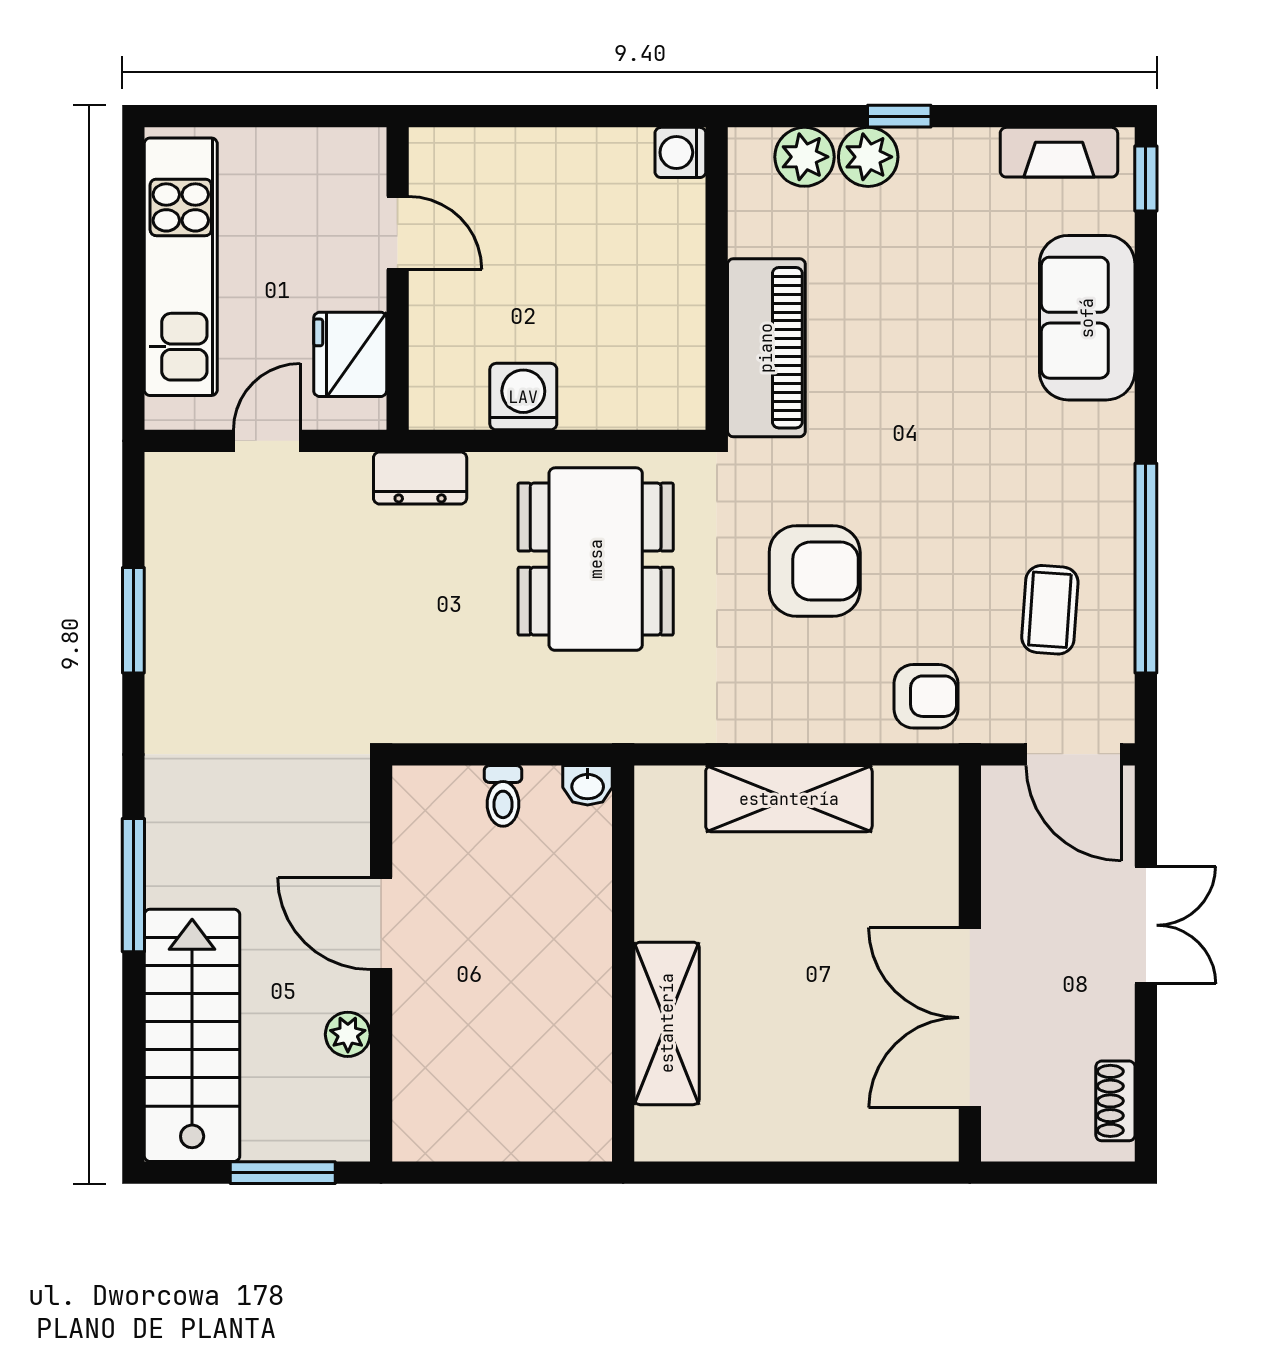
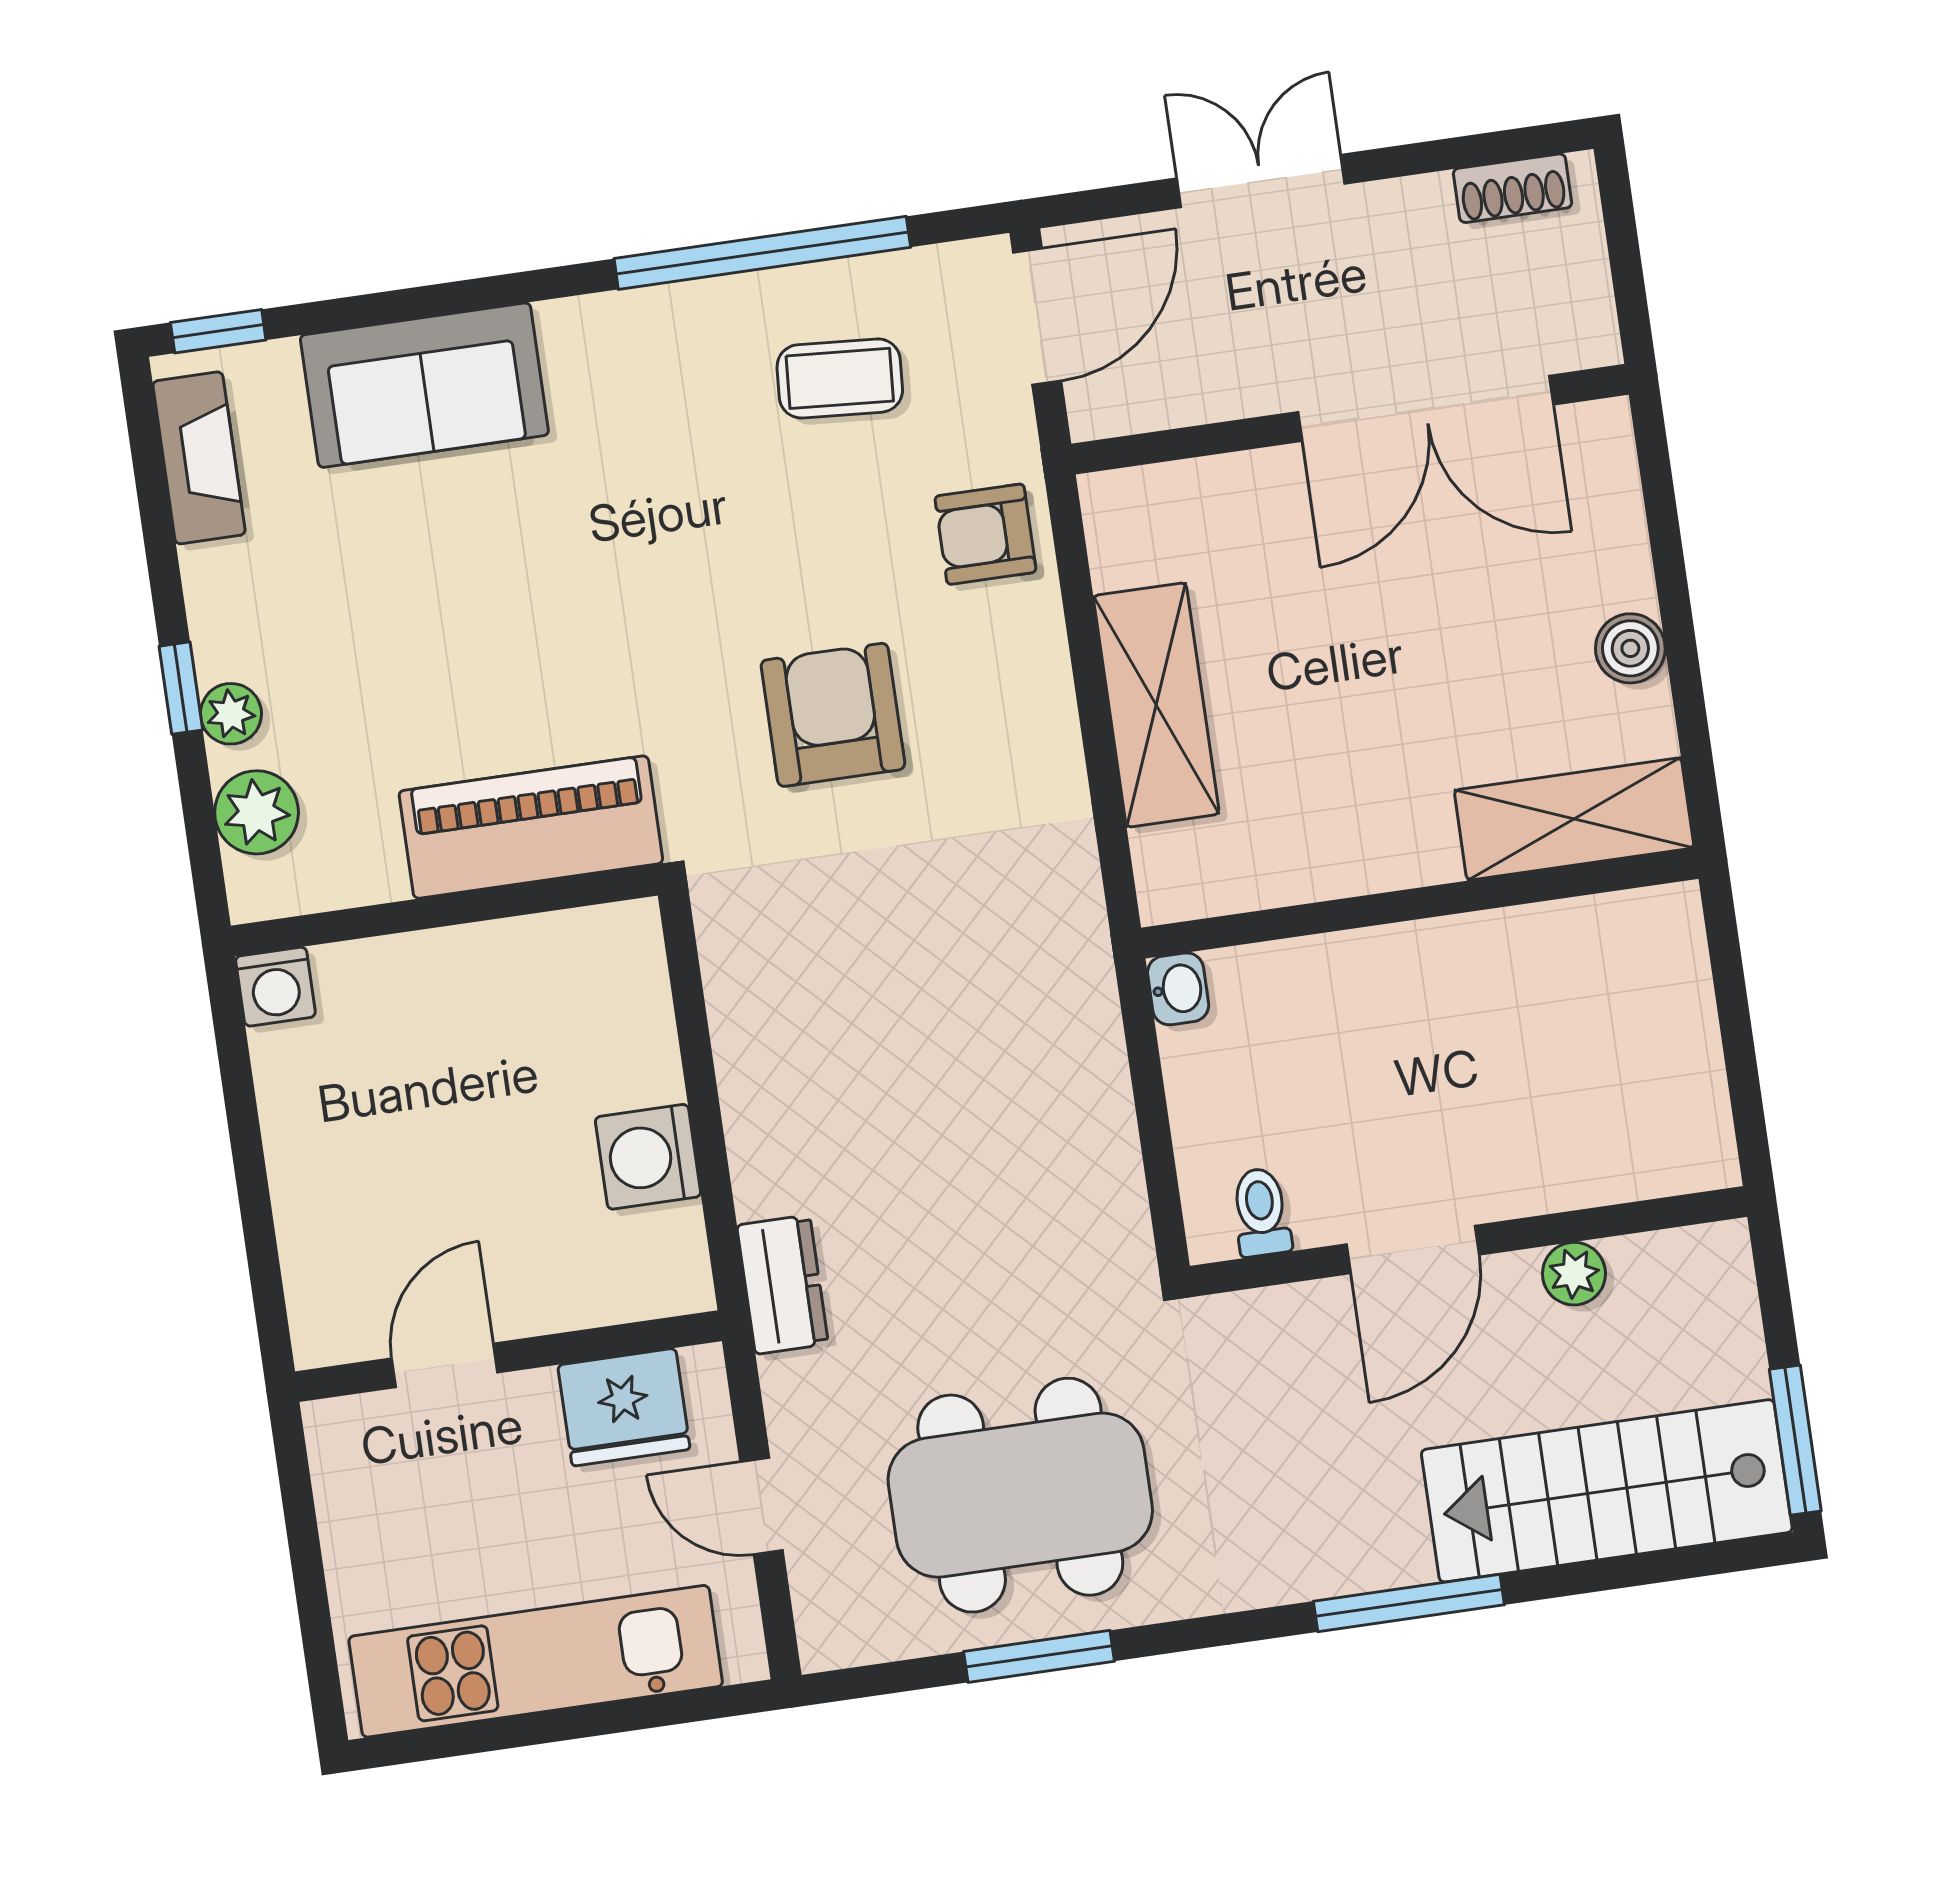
plant: (868, 157) -> (231, 714), width x0.73, depth x0.73
dining table: (596, 559) -> (1020, 1495), moved
armchair: (926, 696) -> (985, 534), turned -90
toilet: (503, 796) -> (1261, 1212), moved, turned -90
shelving: (667, 1023) -> (1574, 819), moved
boiler: (781, 1137) -> (1630, 648), added
window: (283, 1173) -> (1795, 1440), moved

